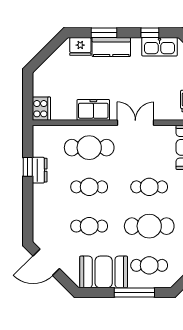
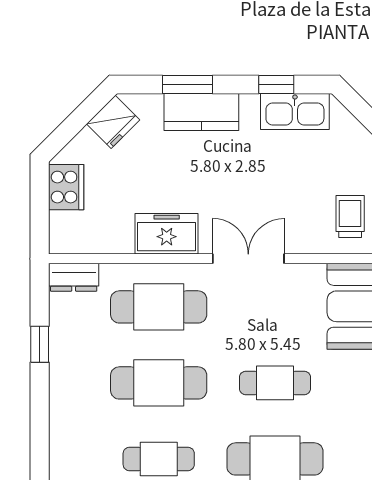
fridge: (80, 46) -> (113, 122), moved, turned -45
cooker: (41, 109) -> (66, 187), moved
dresser: (40, 170) -> (74, 277), moved, turned 90
cafe table: (89, 187) -> (159, 383), width x1.37, depth x1.35

